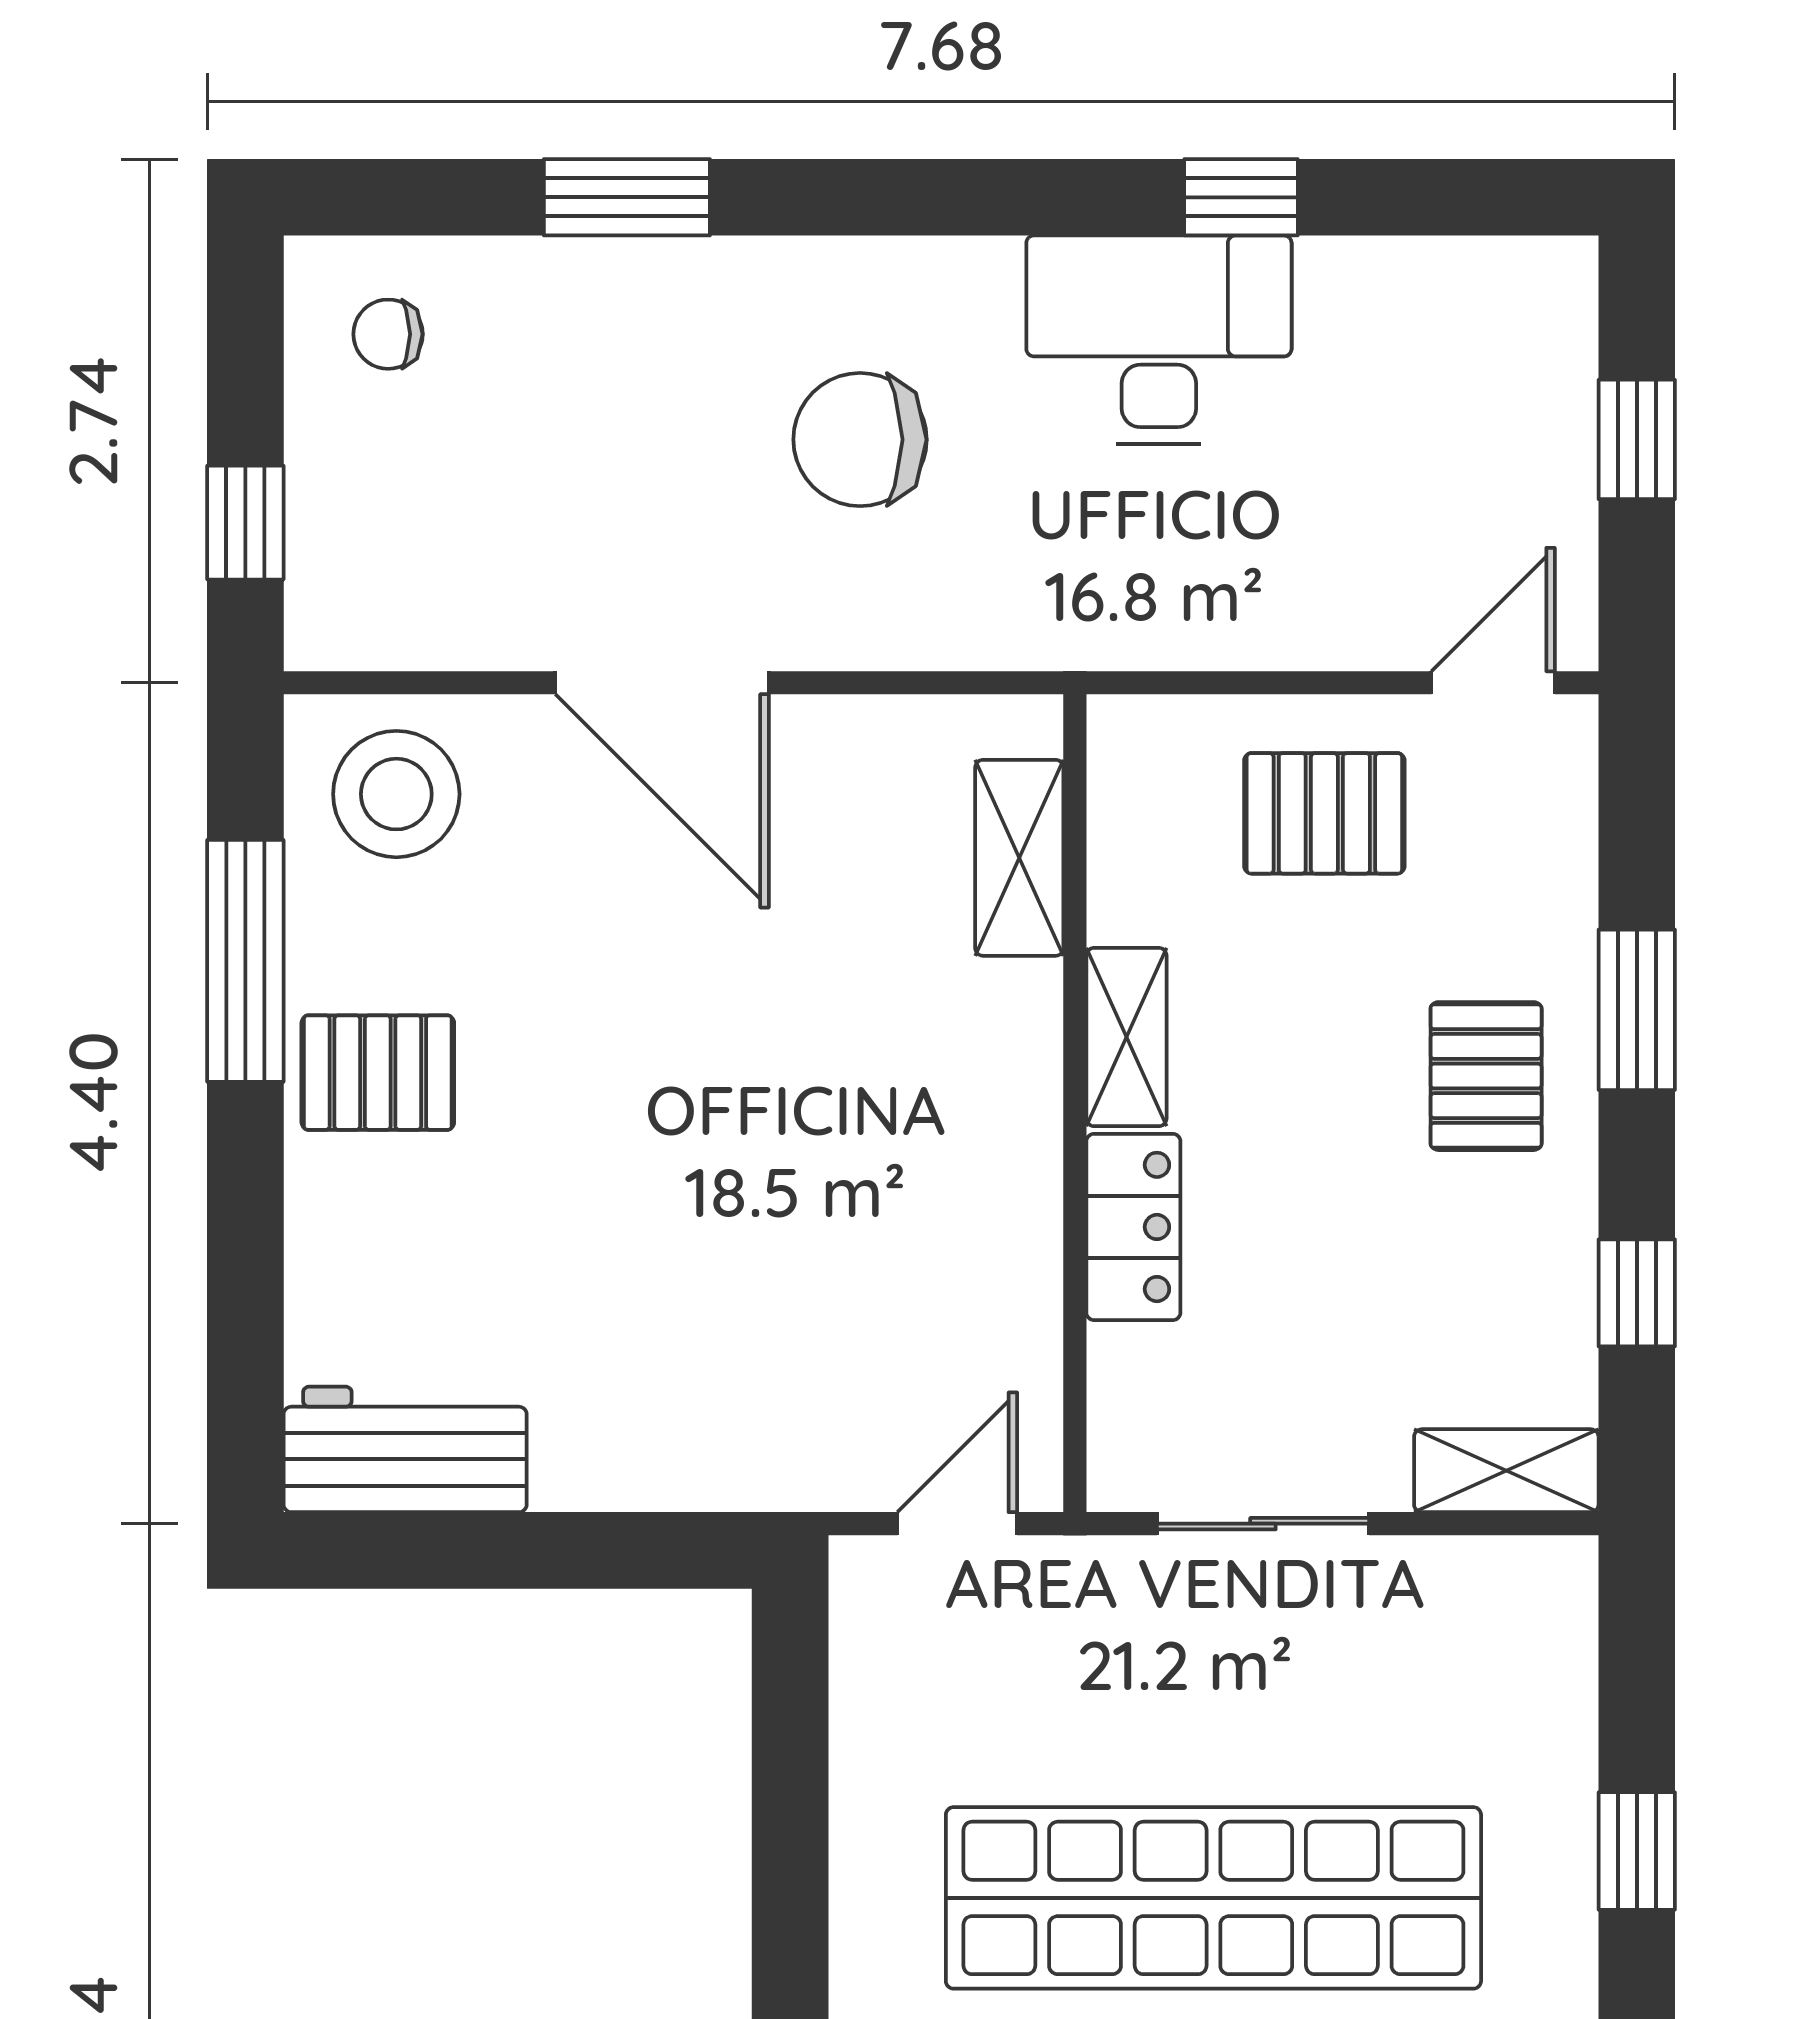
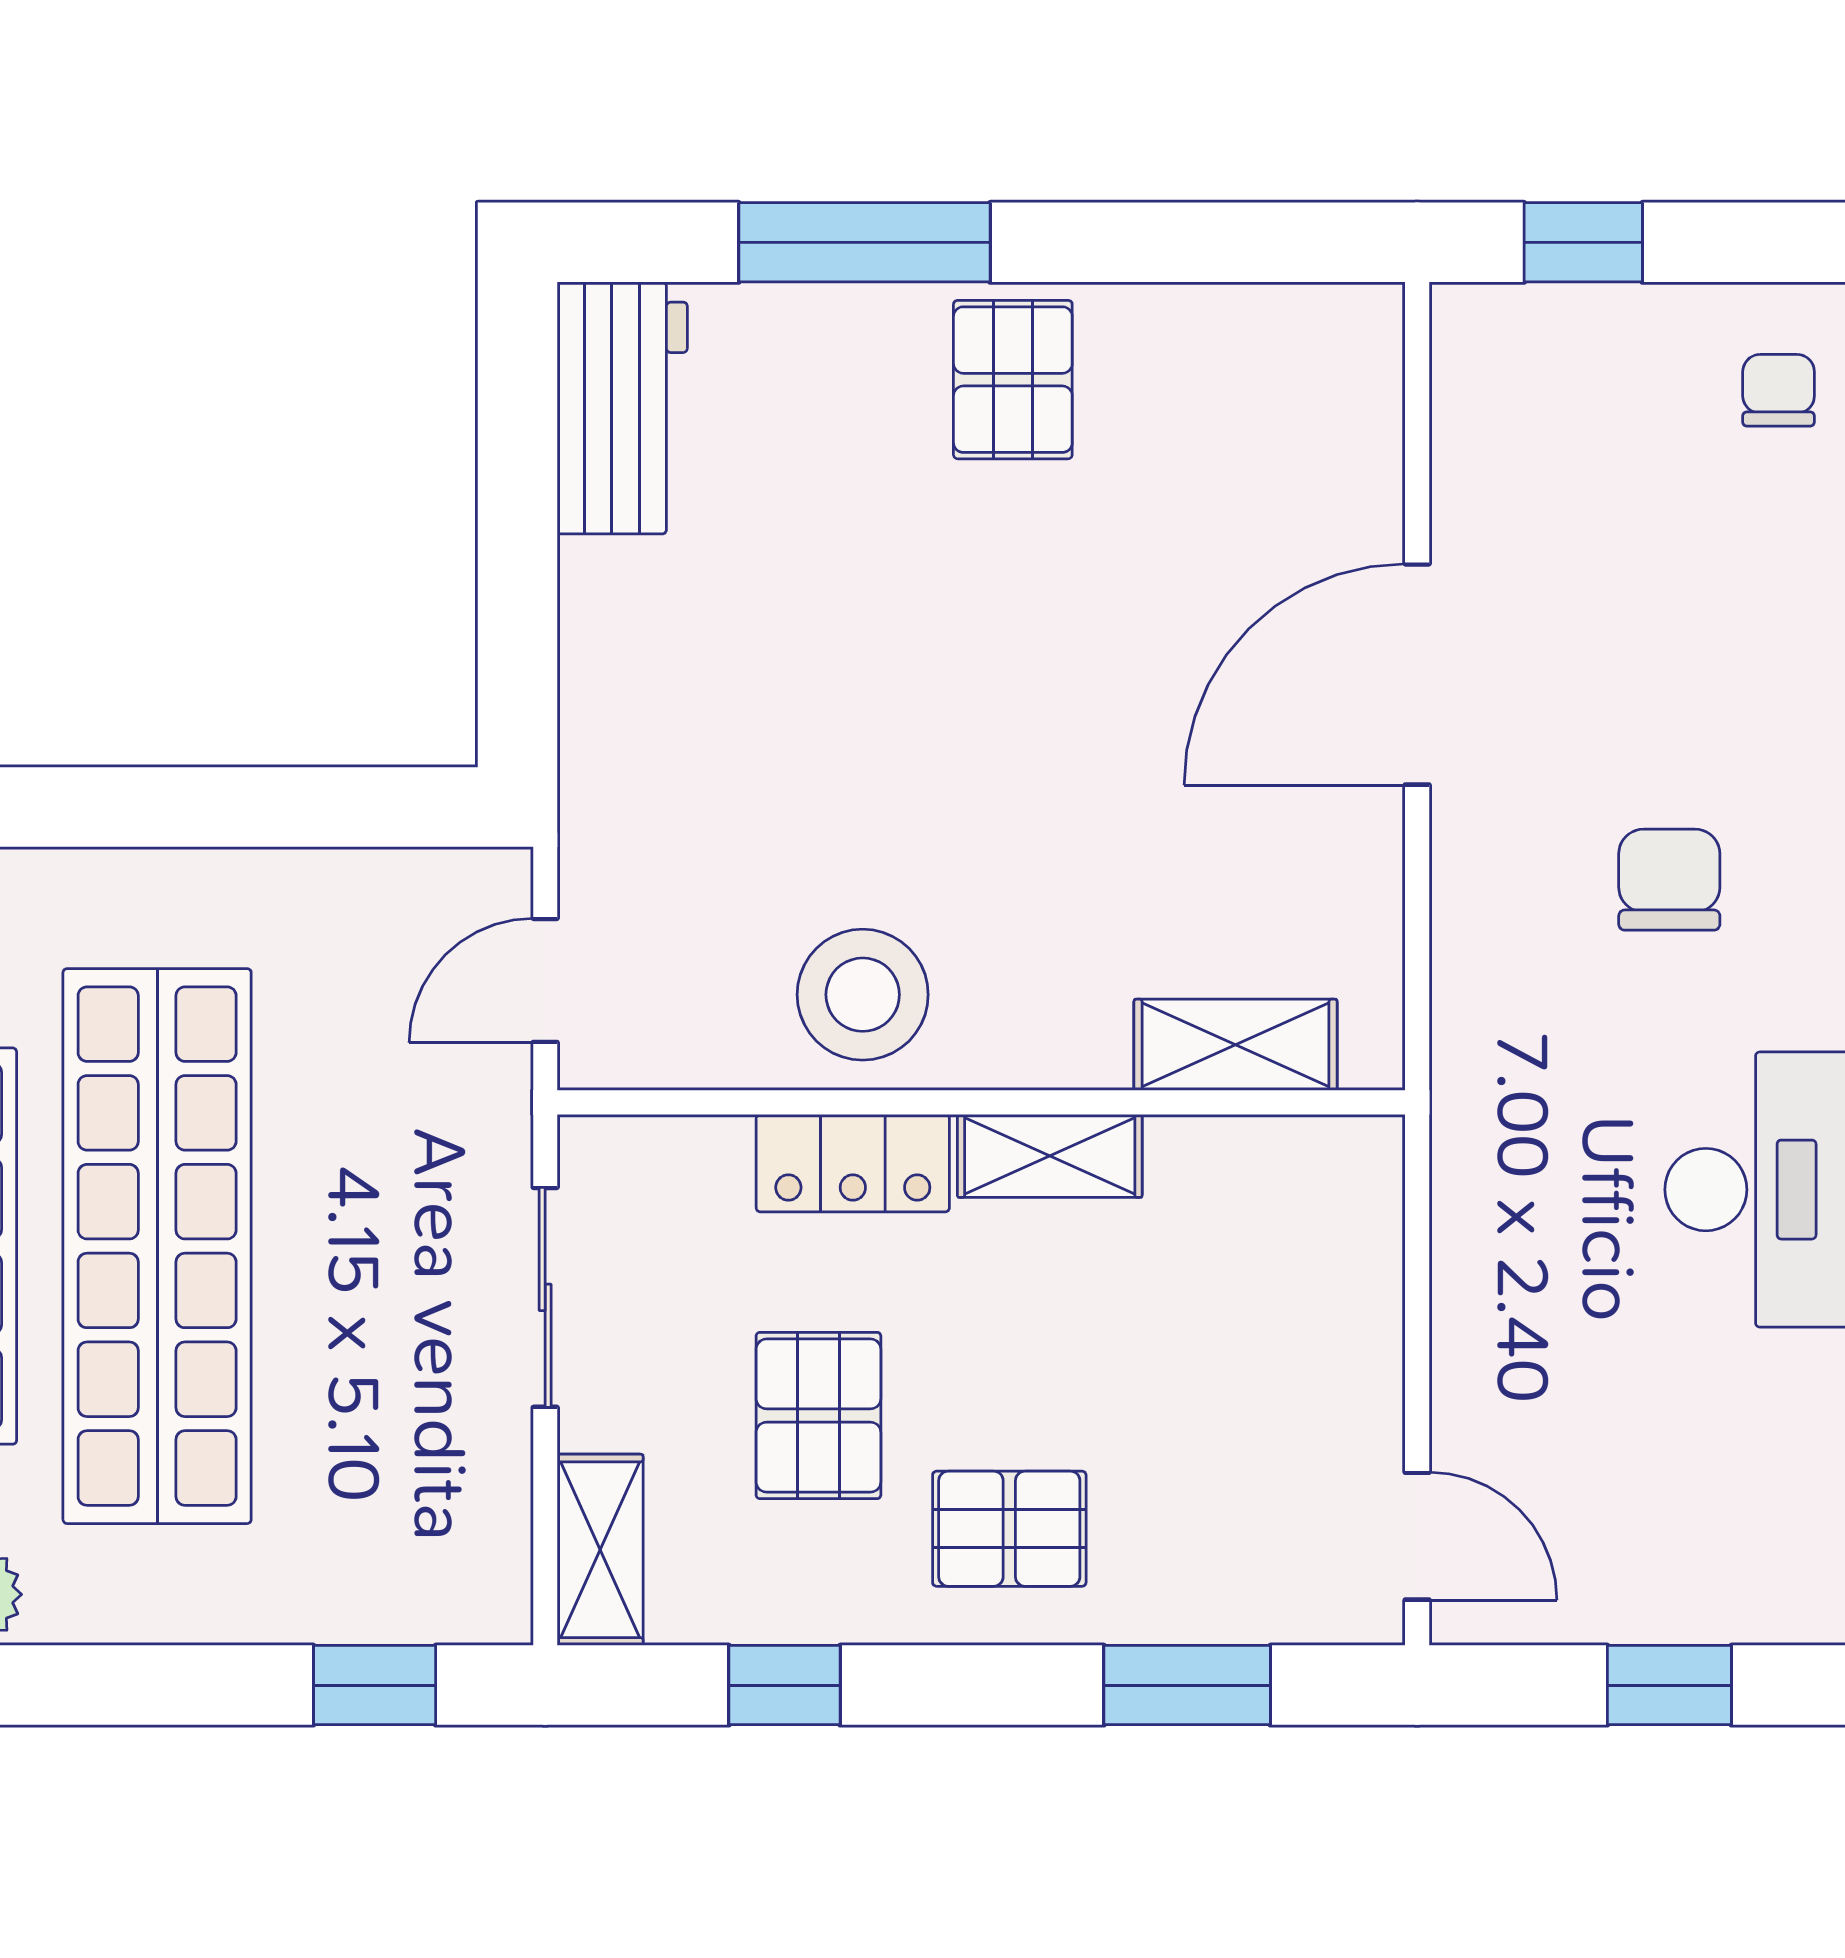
chair: (860, 440) -> (1669, 880), width x0.73, depth x0.73
stool: (396, 794) -> (863, 995), moved
pallet: (1324, 813) -> (818, 1416), moved
window: (245, 961) -> (864, 242), moved
window: (1637, 1010) -> (1187, 1685), moved
door: (957, 1524) -> (545, 980), swing flipped
window: (1637, 1851) -> (375, 1685), moved

